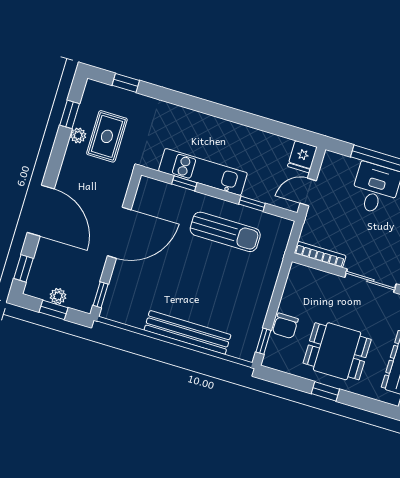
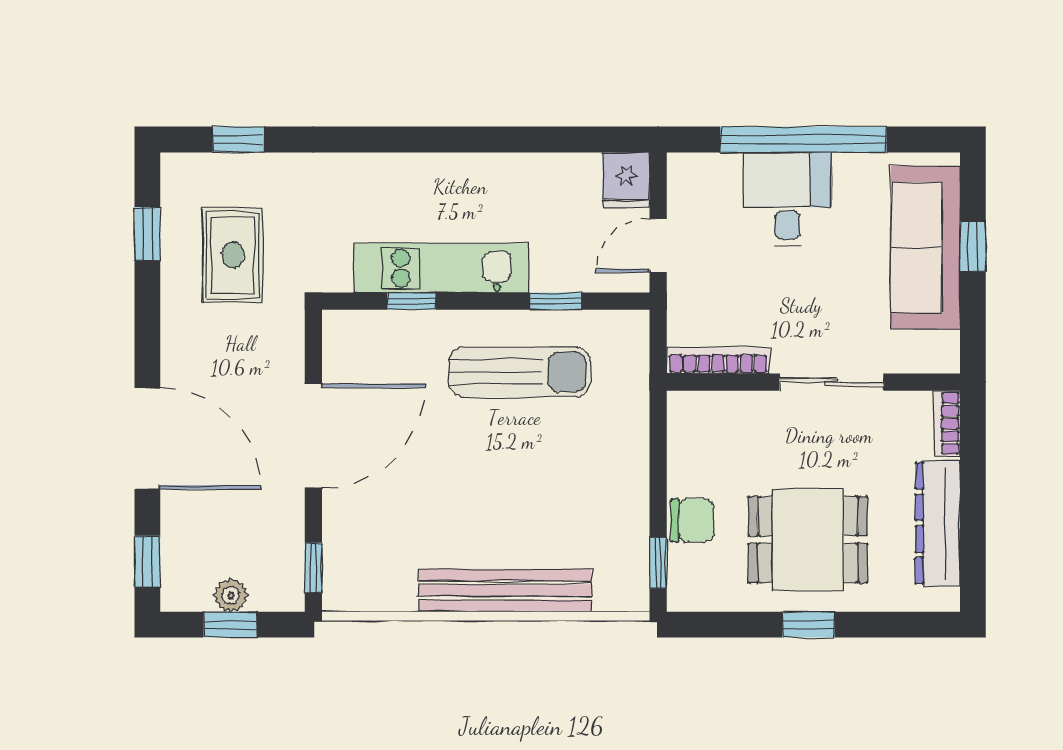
plant: (78, 135) -> (176, 270), removed
chair: (285, 326) -> (692, 520), turned -90

